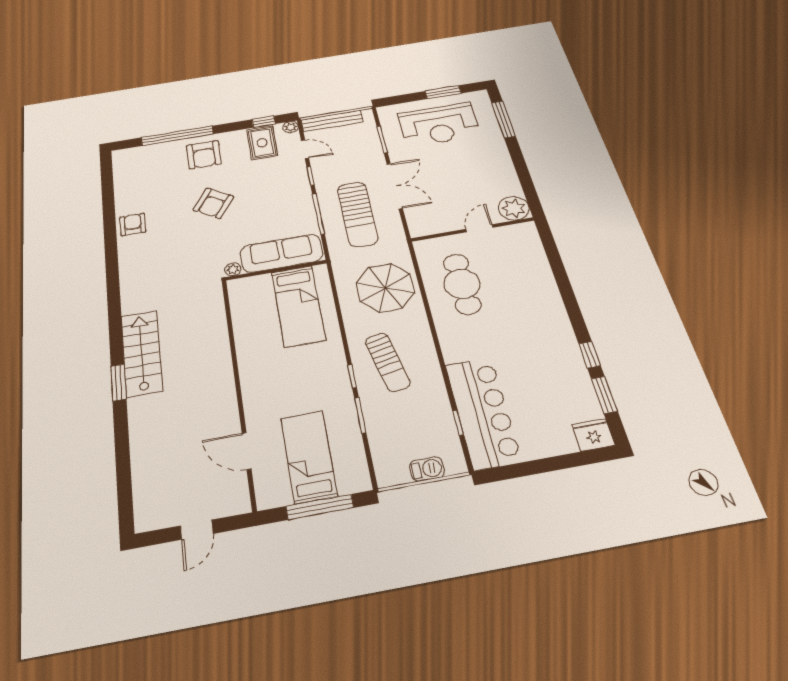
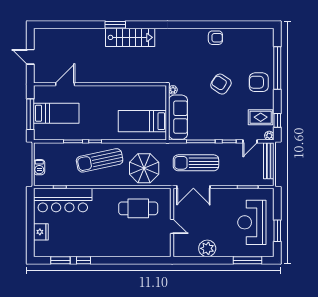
double door: (395, 186) -> (193, 187), moved
plant: (514, 208) -> (207, 248), moved
sun lounger: (387, 362) -> (100, 160), width x1.36, depth x1.34
fridge: (593, 435) -> (41, 232), moved

